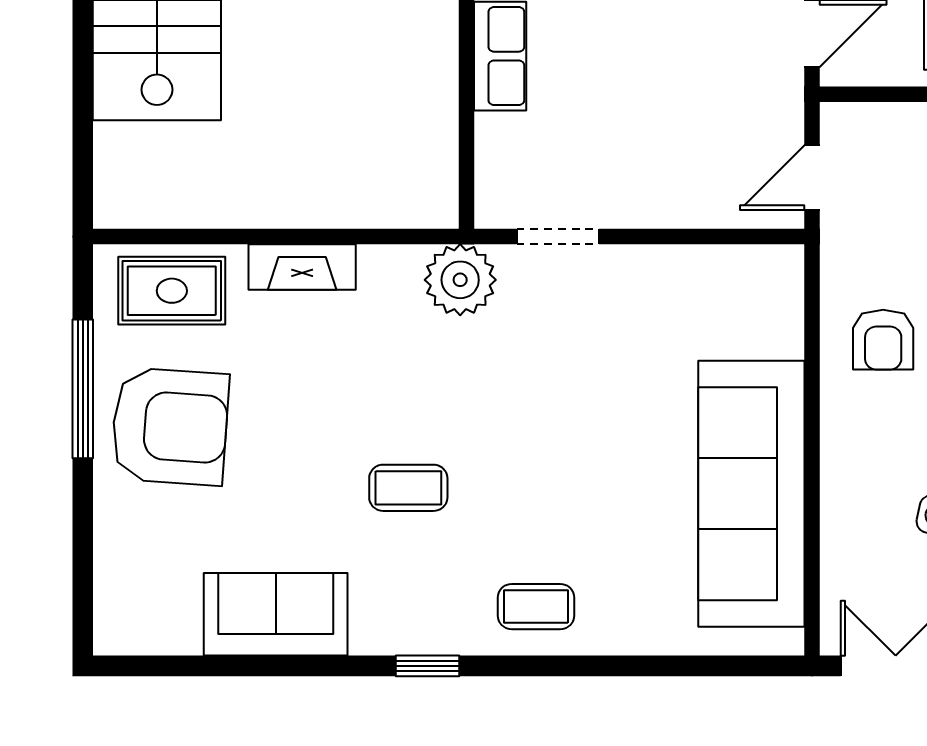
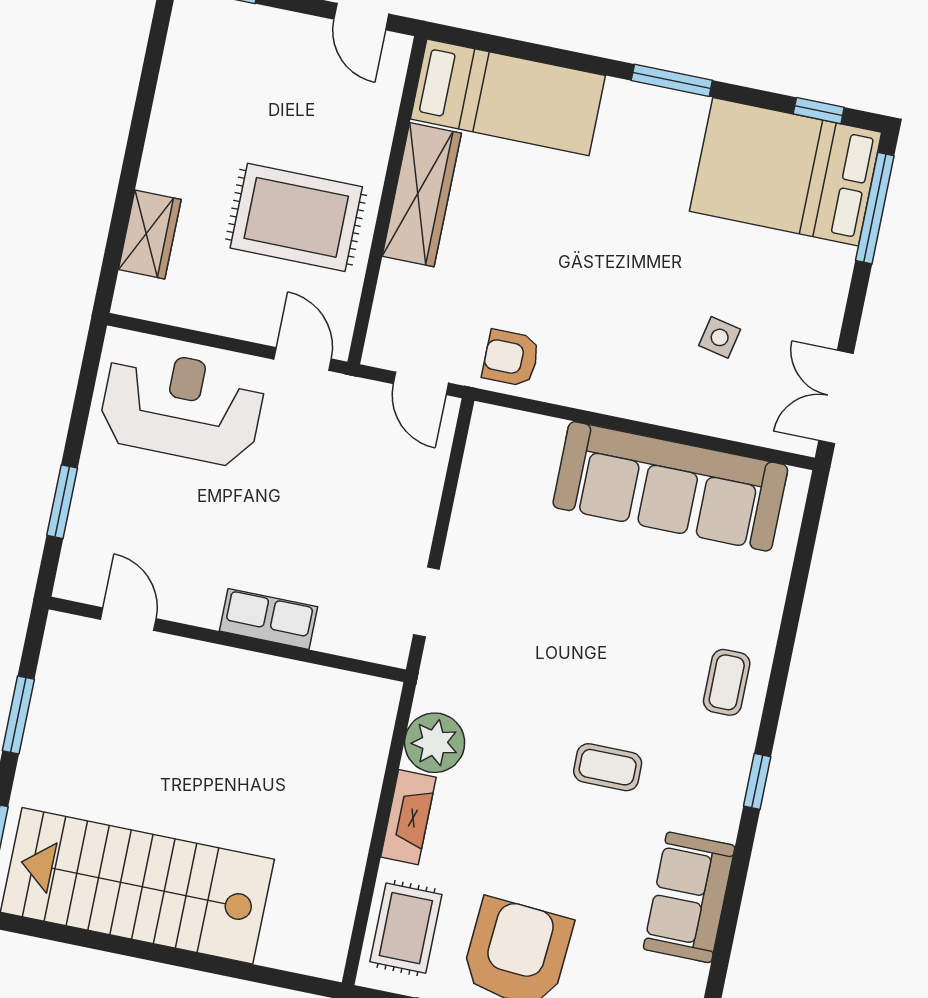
plant: (460, 280) -> (435, 743), moved
armchair: (883, 340) -> (511, 358), moved, turned 180
coffee table: (408, 488) -> (608, 767), turned 90

